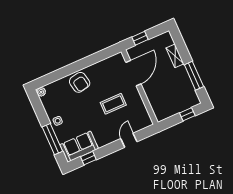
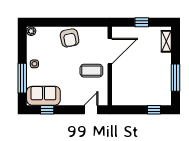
shelving: (175, 56) -> (166, 41), moved
door: (133, 73) -> (110, 51), moved
wall: (140, 87) -> (110, 66), moved

